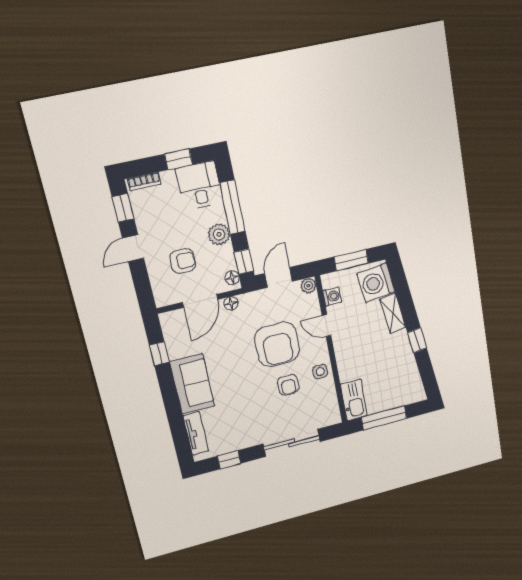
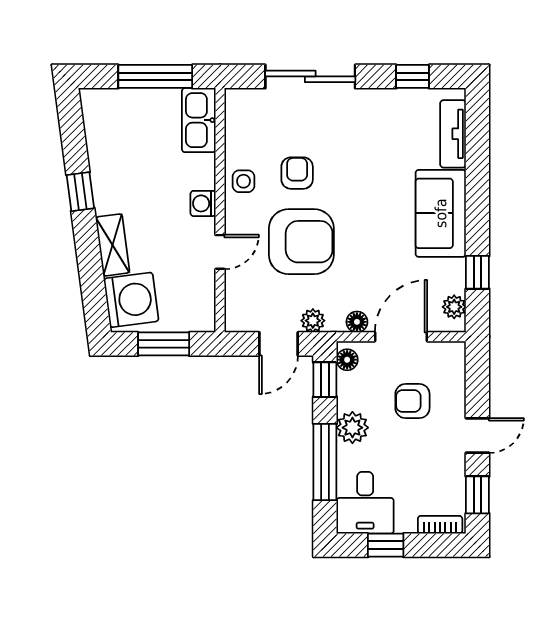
plant: (308, 286) -> (313, 321), moved
washing machine: (332, 296) -> (203, 203), moved
door: (327, 325) -> (220, 252), hinge flipped
plant: (169, 328) -> (454, 307), added
armchair: (277, 344) -> (301, 242), turned 90

